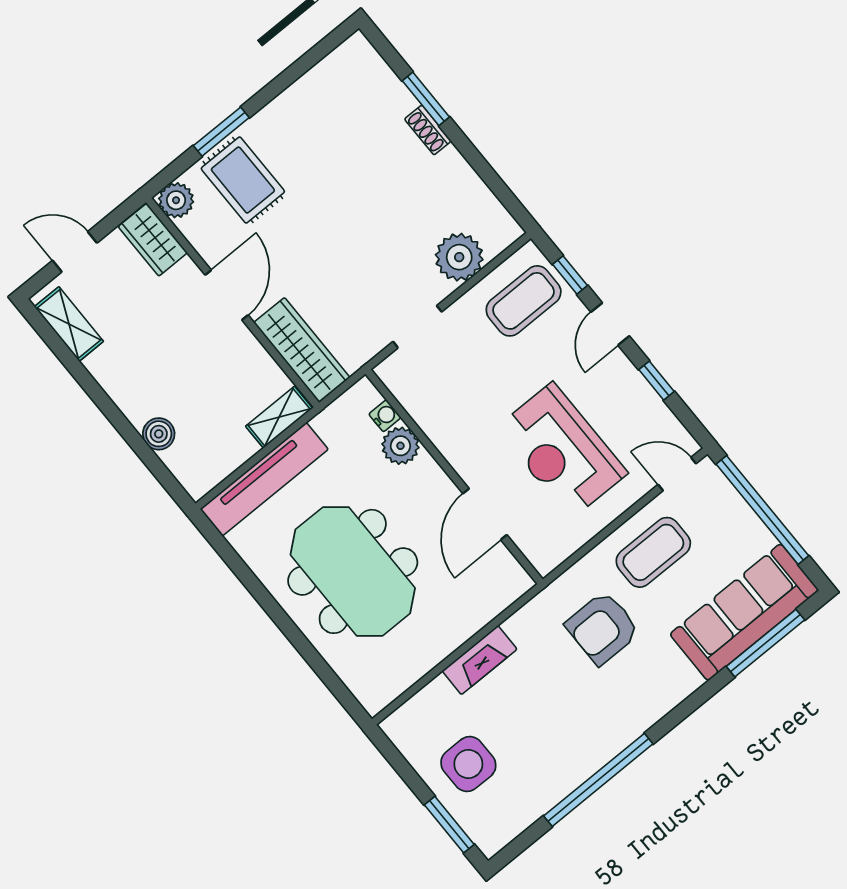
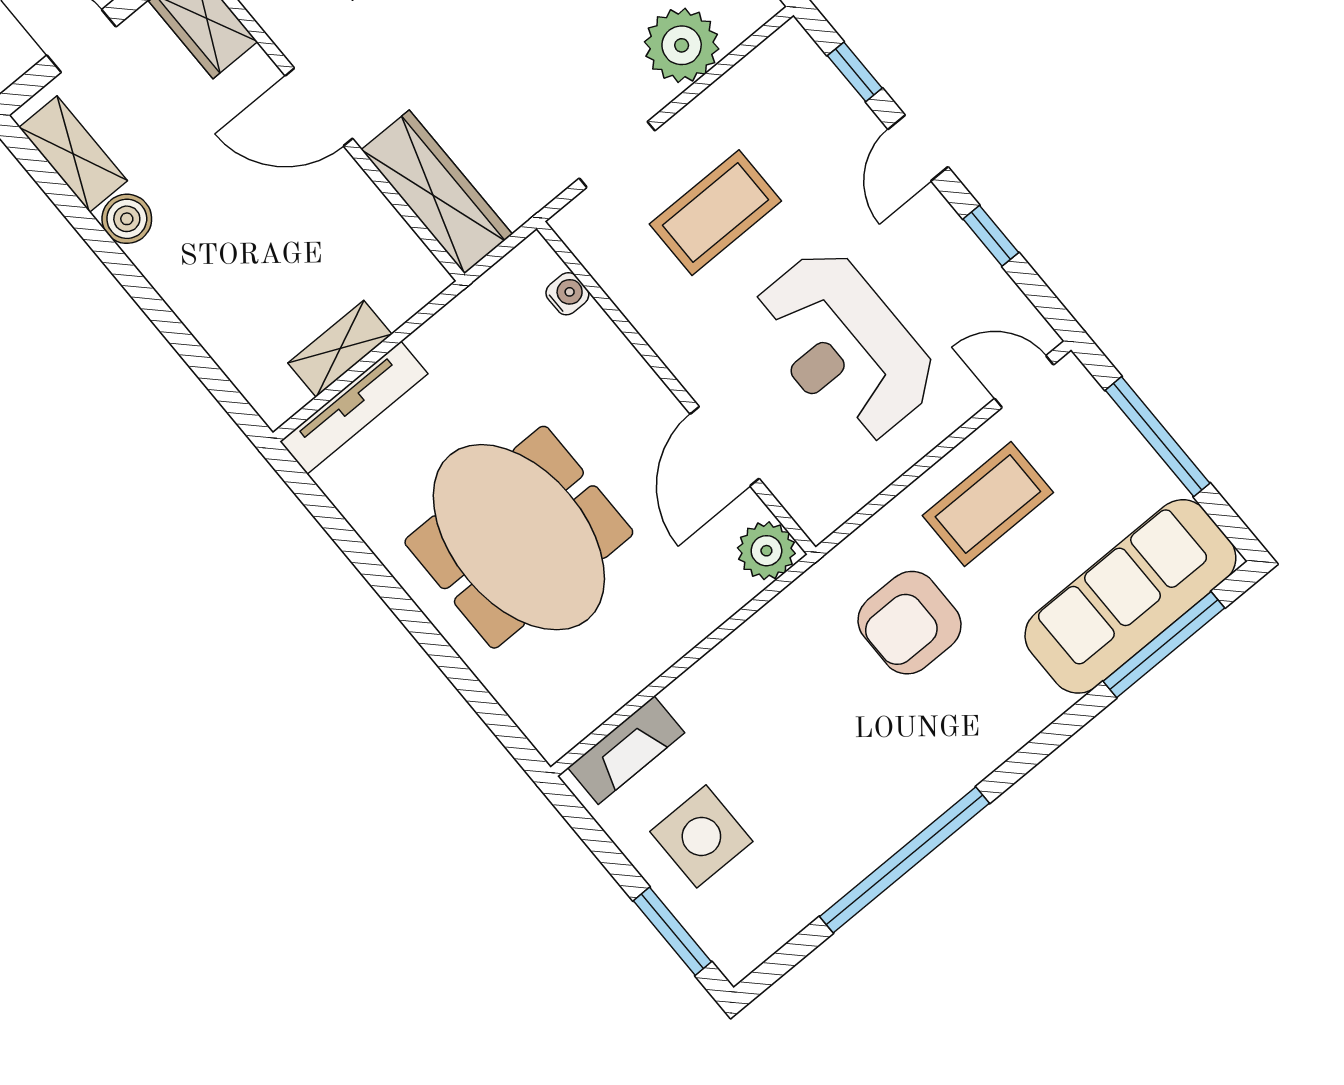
door: (227, 295) -> (319, 107), swing flipped
coffee table: (524, 301) -> (715, 213), moved
shelving: (279, 417) -> (340, 349), moved
boiler: (159, 434) -> (127, 219), moved
plant: (400, 446) -> (766, 551), moved
tv unit: (264, 479) -> (354, 408), width x0.73, depth x0.78
window: (762, 510) -> (1158, 437), width x0.68
fireplace: (480, 660) -> (626, 750), moved

